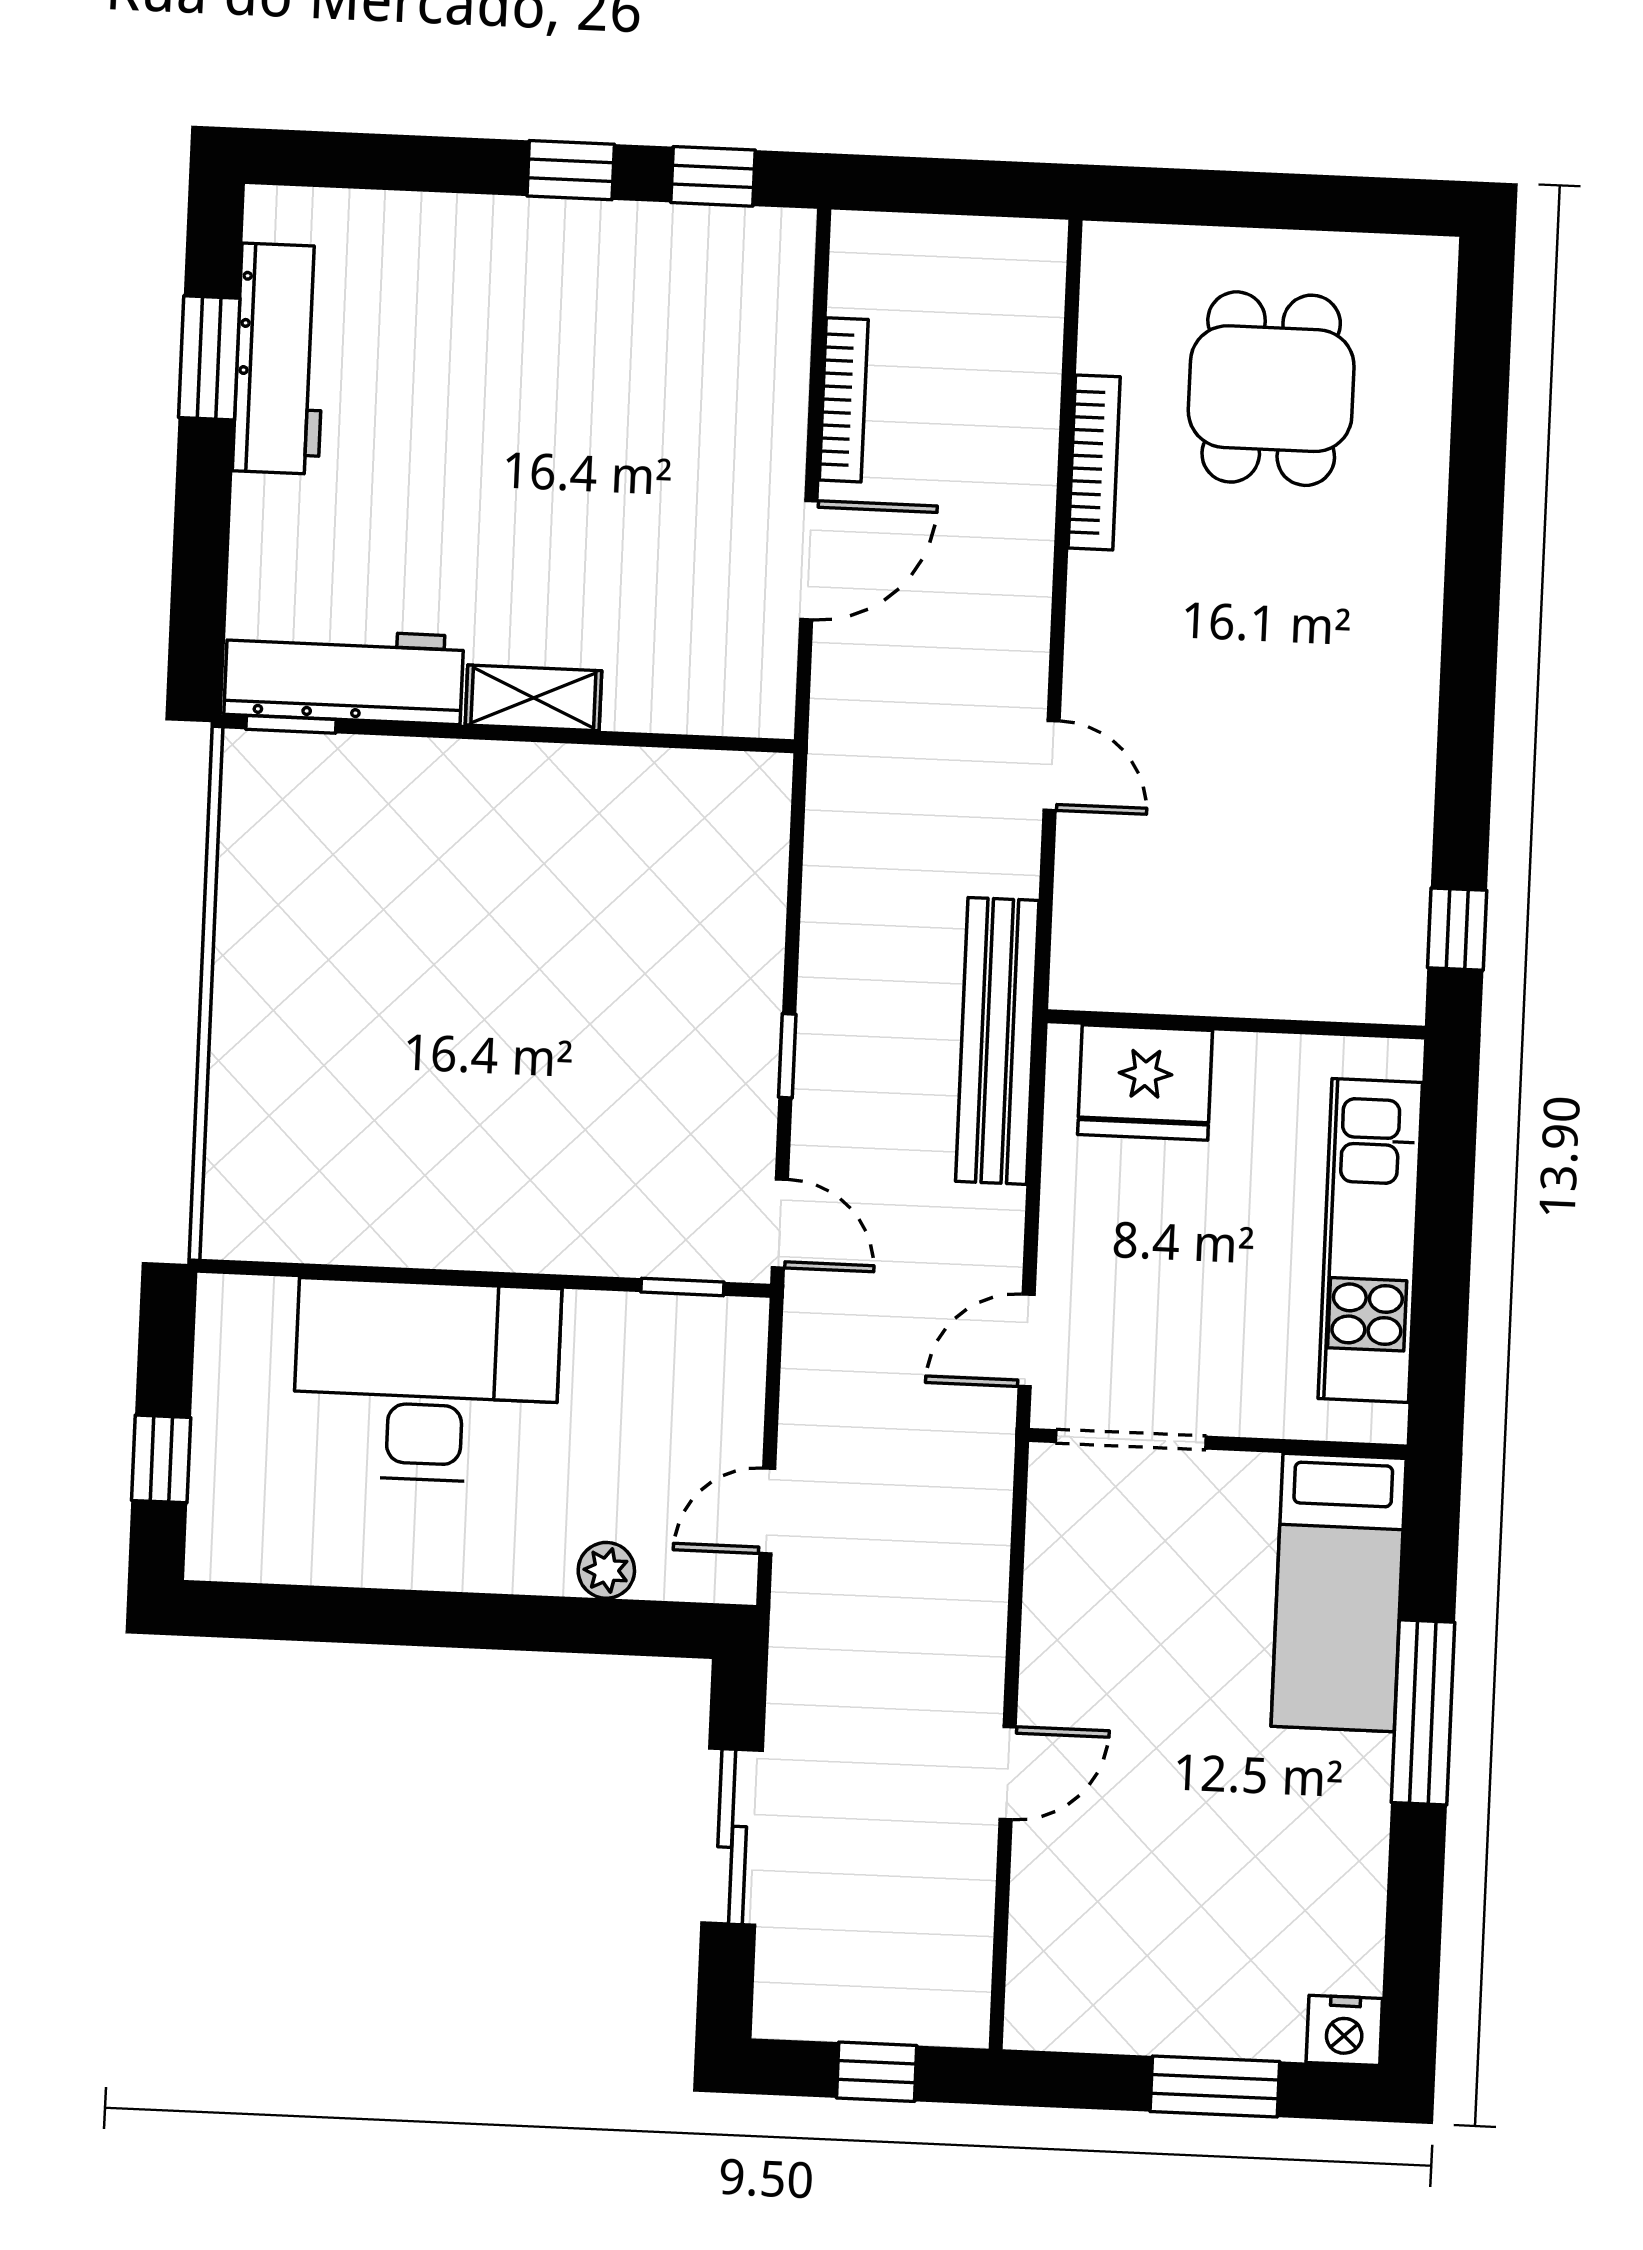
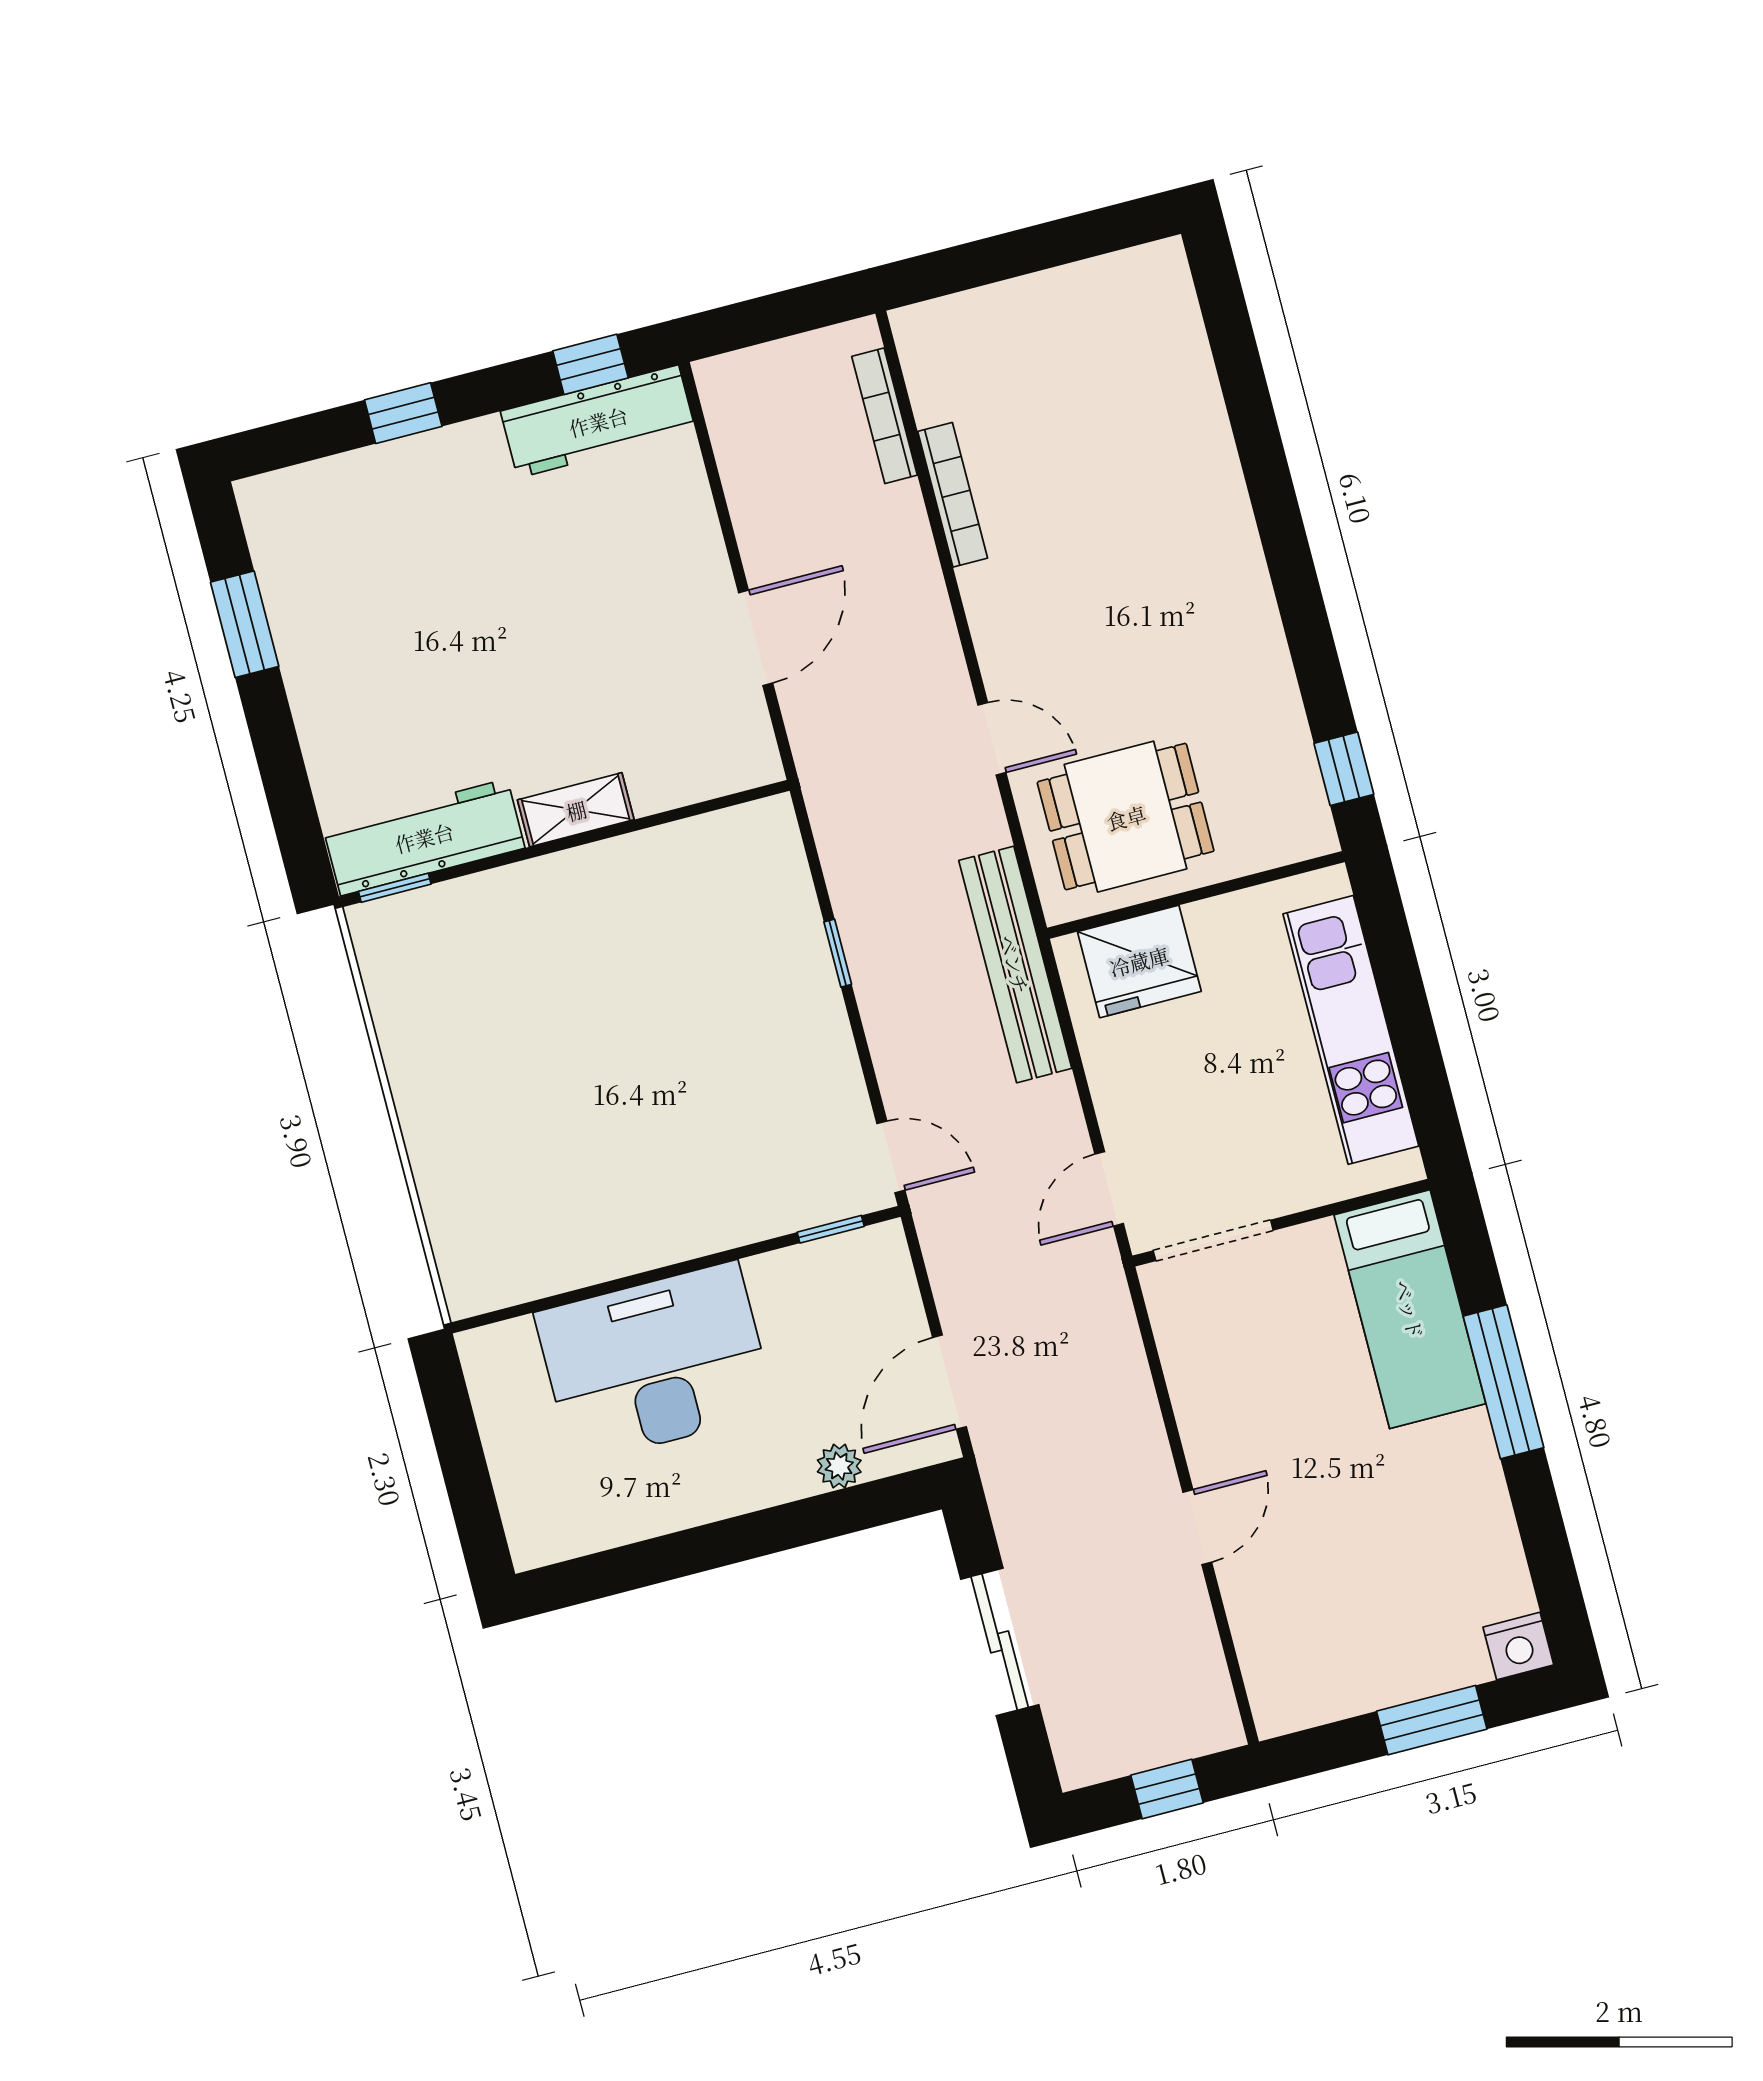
window: (571, 170) -> (403, 413), moved
workbench: (280, 359) -> (598, 421), moved, turned 90
dining table: (1271, 389) -> (1126, 817), moved, turned 90
bookcase: (844, 400) -> (885, 416), moved, turned 180
window: (787, 1056) -> (838, 953), moved
window: (161, 1459) -> (469, 1486), removed
door: (767, 1511) -> (949, 1382), width x1.37

